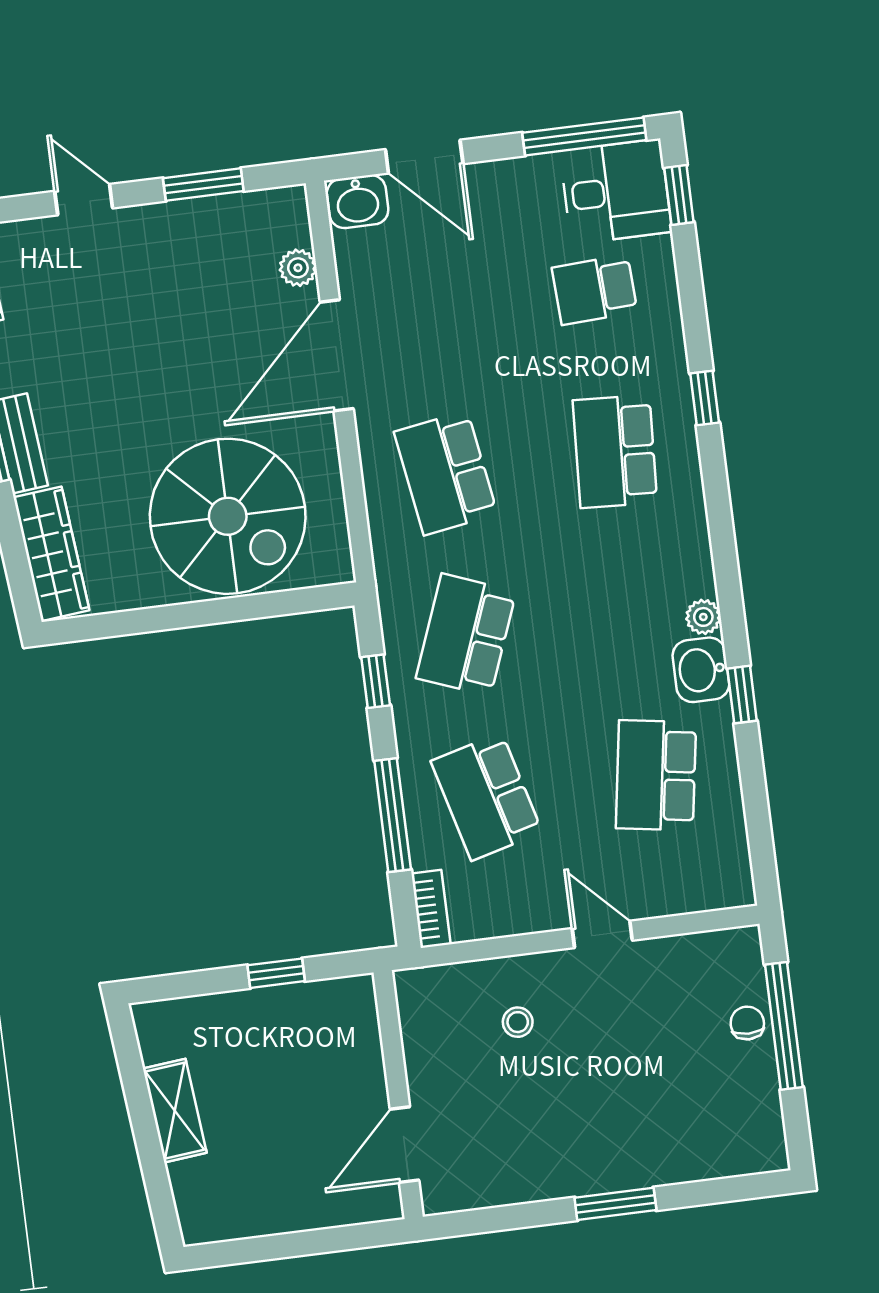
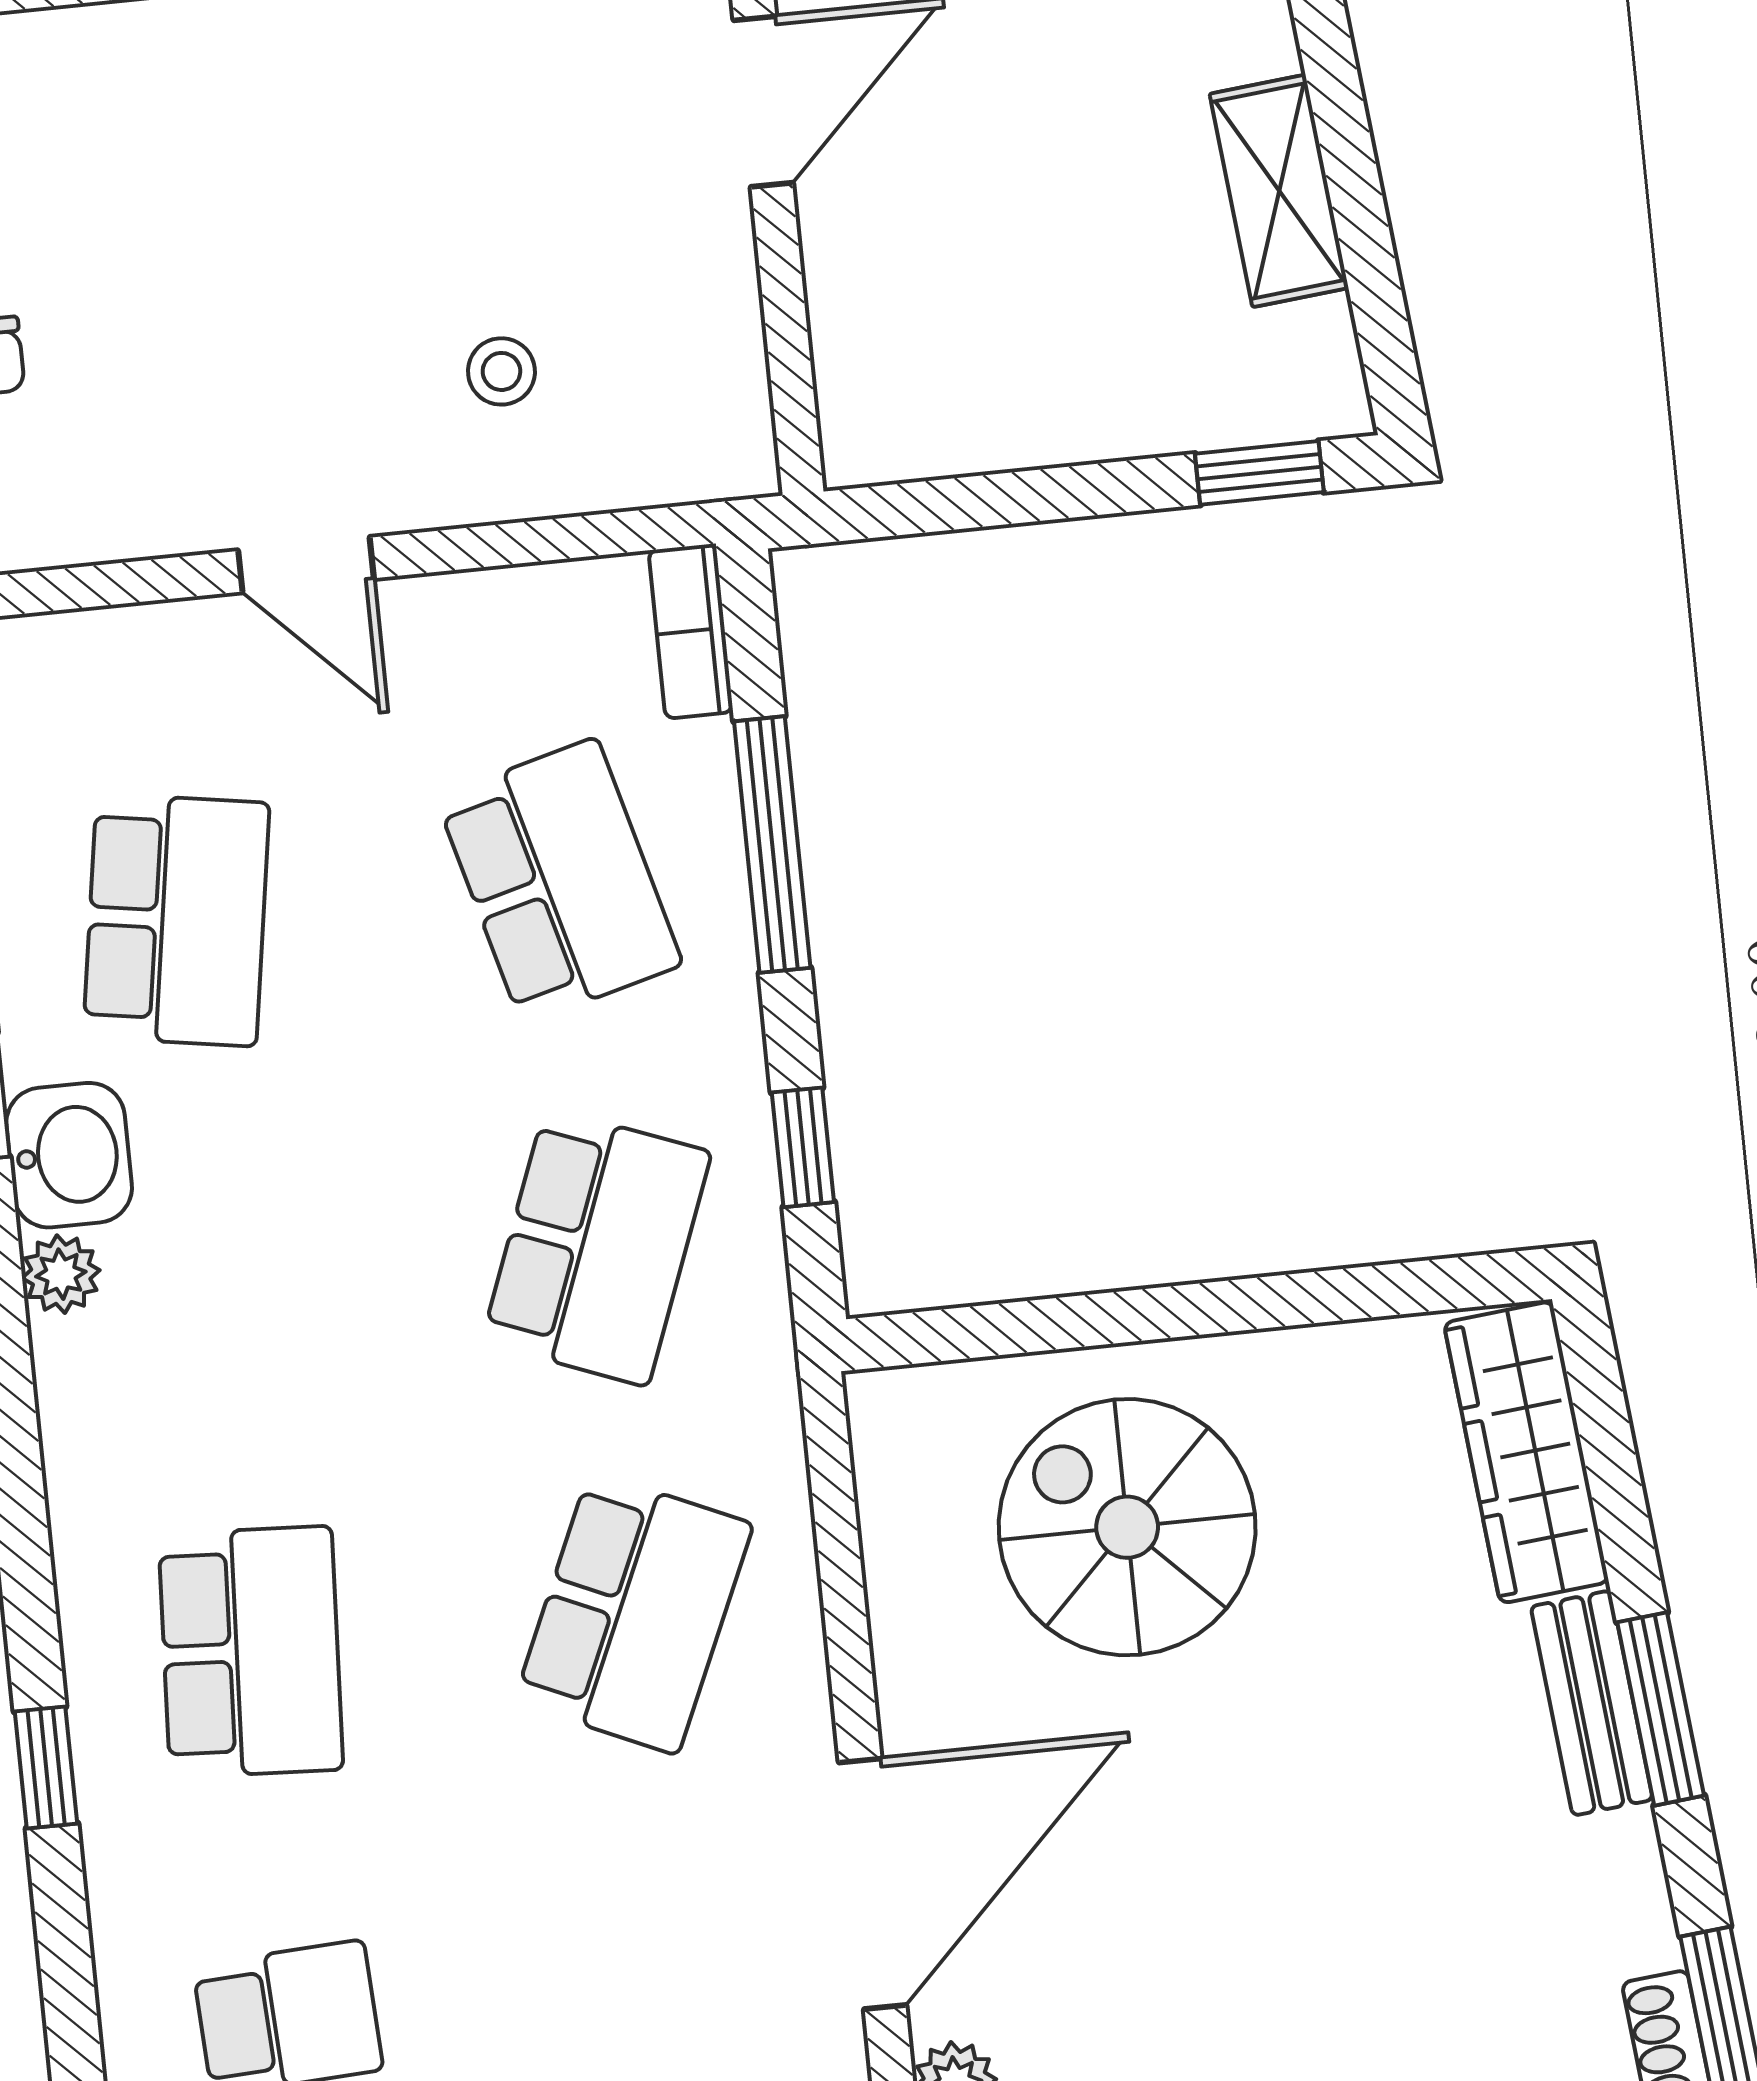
school desk: (446, 473) -> (634, 1613), turned 33
spiral stairs: (228, 516) -> (1127, 1527), width x0.73, depth x0.73
window: (276, 973) -> (1259, 473), moved

